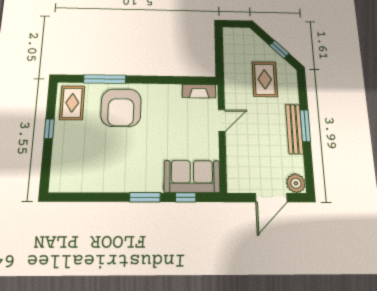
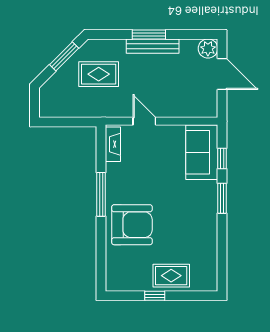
window: (279, 49) -> (64, 56), width x1.50
window: (105, 79) -> (101, 194), moved
rug: (72, 103) -> (171, 276), moved

